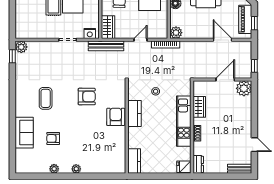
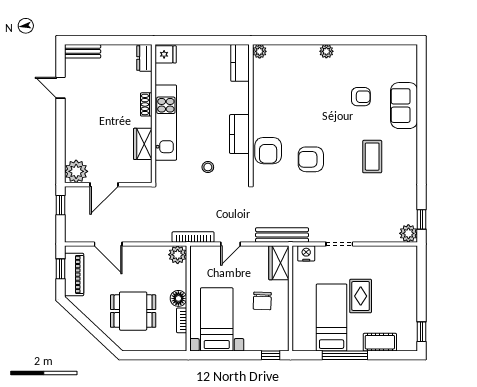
armchair: (116, 117) -> (268, 151), moved
plant: (54, 169) -> (260, 51), moved

